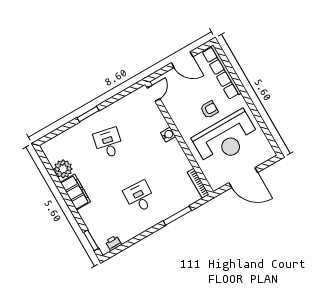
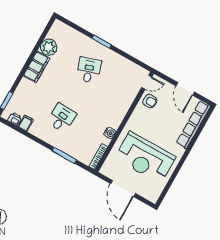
armchair: (209, 110) -> (150, 101), moved
water cooler: (168, 135) -> (110, 133), moved
desk: (108, 143) -> (89, 70), turned -30
filing cabinet: (124, 235) -> (26, 123), added

